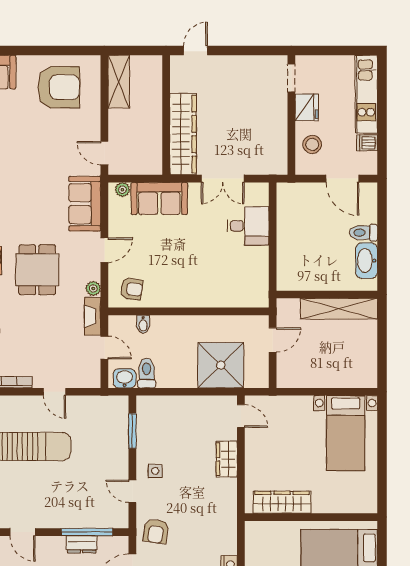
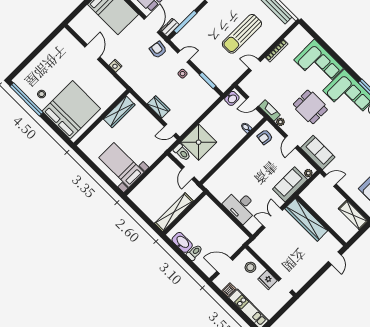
desk: (248, 226) -> (241, 206), width x1.37
toilet: (147, 373) -> (182, 152), moved
dresser: (82, 544) -> (170, 27), moved

